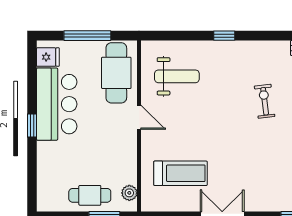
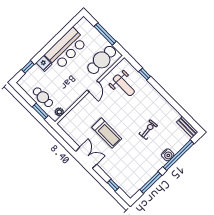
window: (224, 36) -> (145, 74), moved
fridge: (48, 57) -> (44, 63), moved
window: (32, 126) -> (28, 67), moved
treadmill: (180, 173) -> (107, 133), moved

